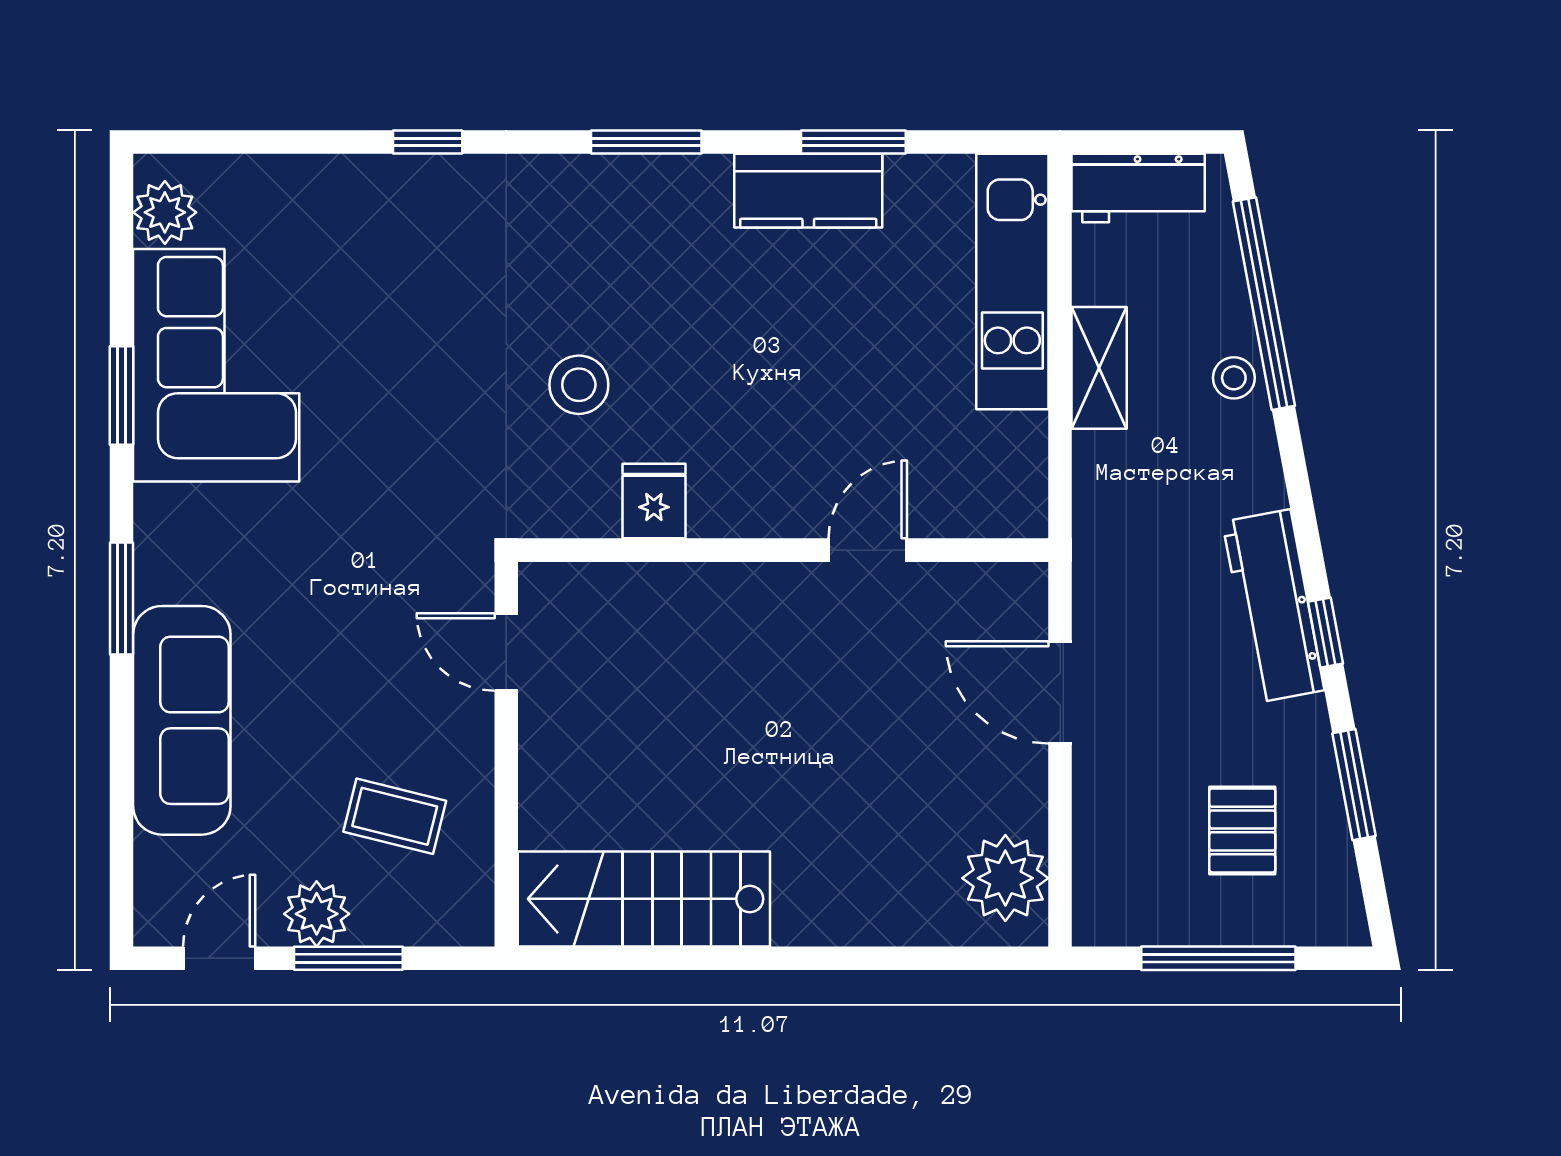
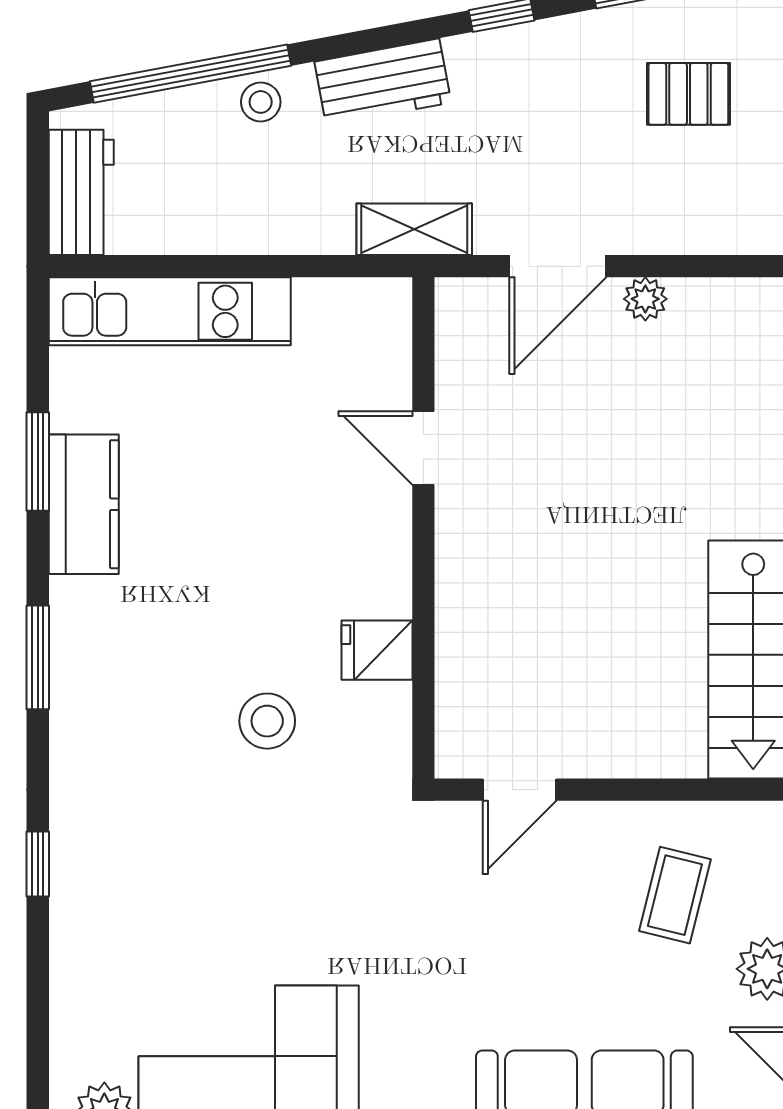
shelving: (1099, 368) -> (414, 229), moved
workbench: (1273, 606) -> (383, 82), moved, width x0.73
plant: (1005, 878) -> (645, 299), moved, width x0.53, depth x0.53

